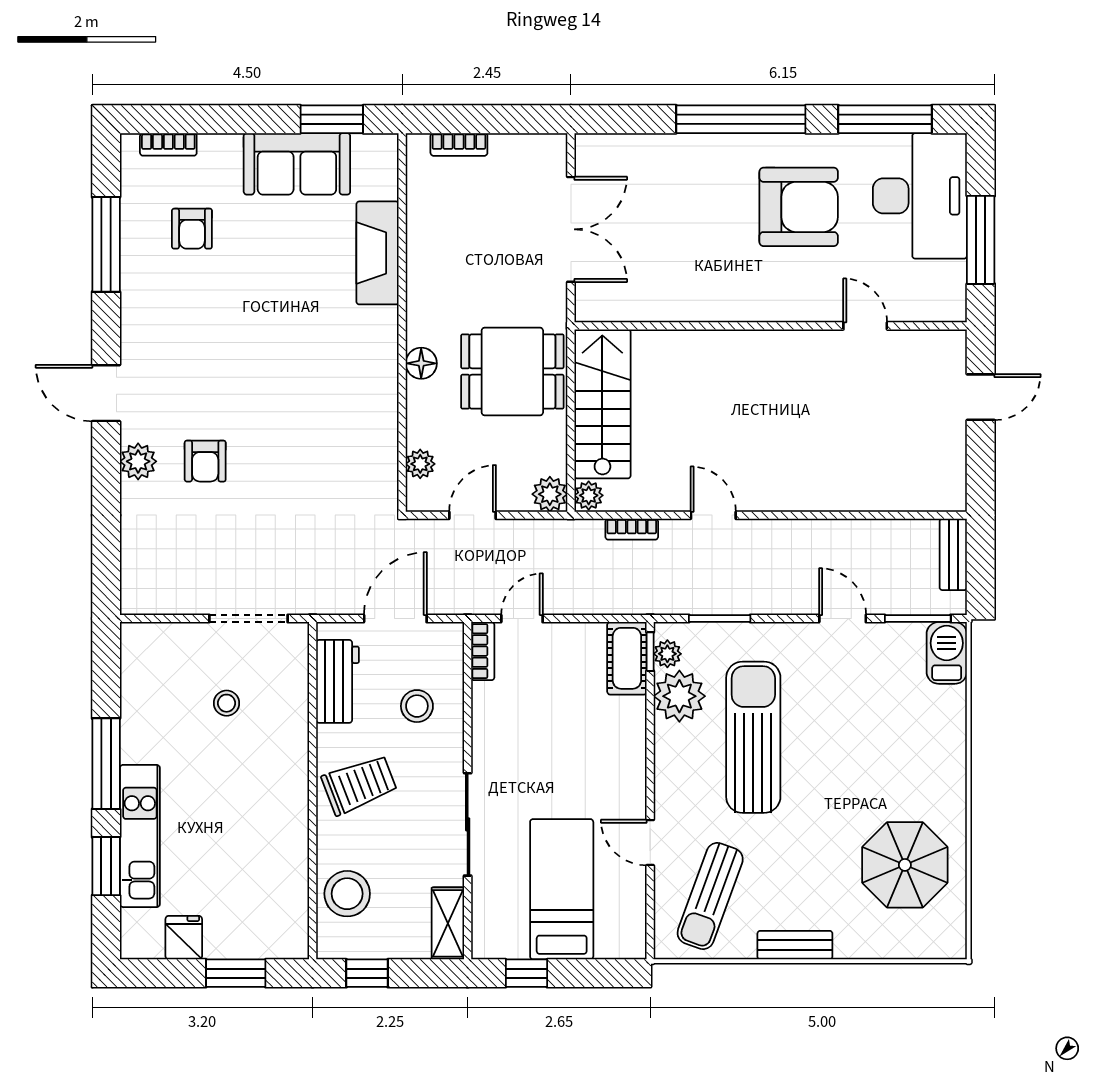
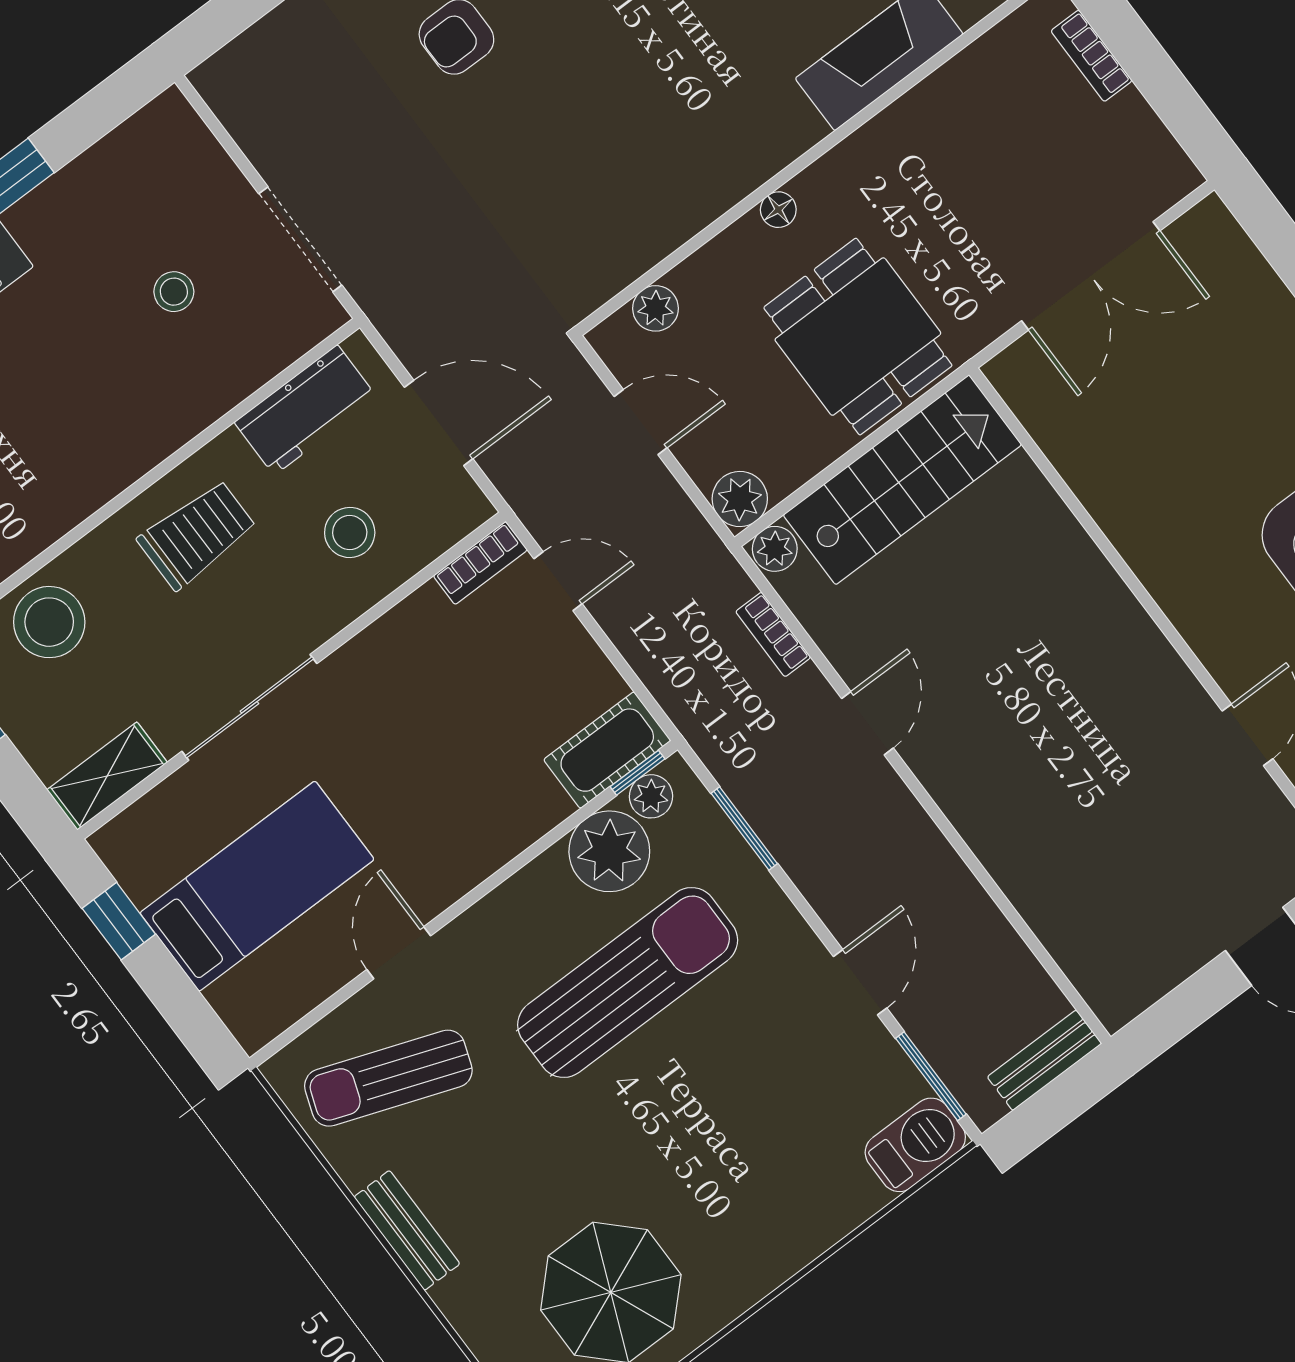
floor lamp: (421, 363) -> (778, 210), width x0.73, depth x0.73
trolley: (359, 785) -> (197, 534), turned -69

